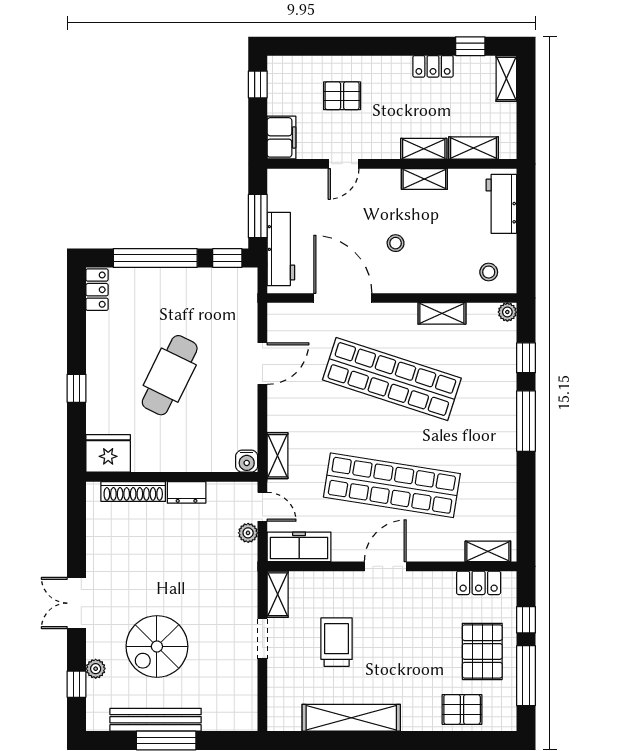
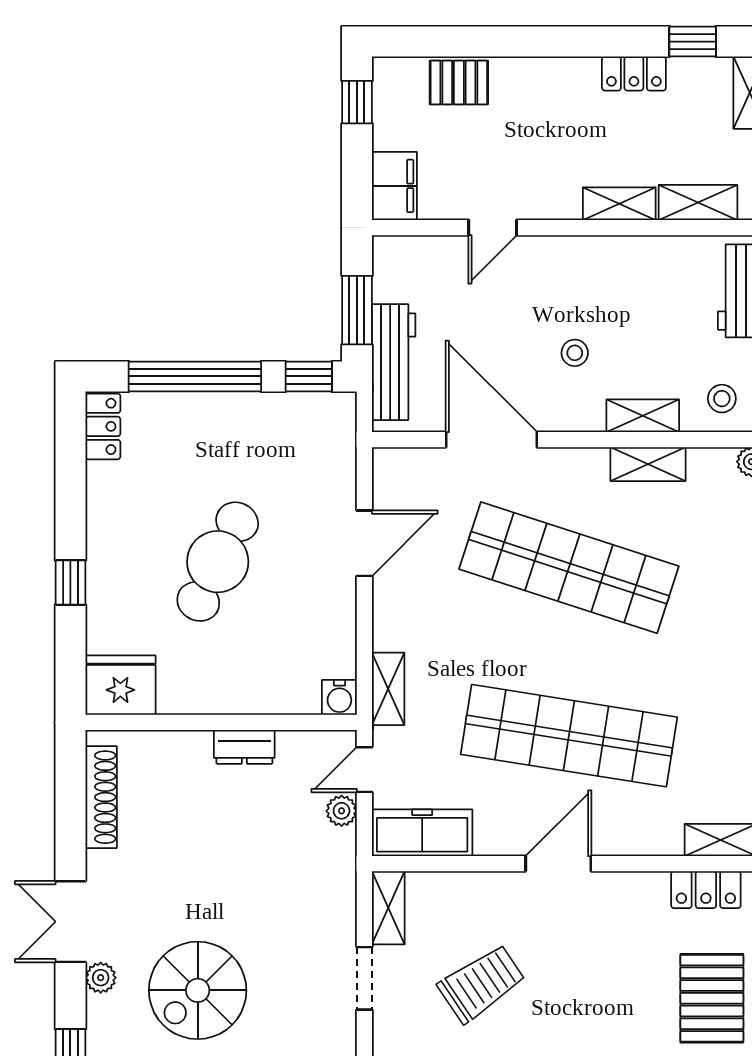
pallet: (342, 96) -> (459, 82), moved
shelving: (424, 179) -> (643, 416), moved
shoe rack: (133, 492) -> (101, 797), moved, turned -90
door: (262, 507) -> (364, 770), swing flipped
trolley: (337, 642) -> (482, 983), turned 56
plant: (96, 669) -> (101, 978), moved

